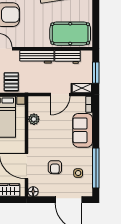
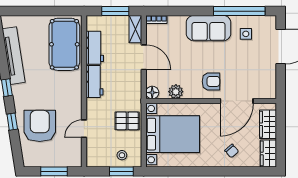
workbench: (37, 57) -> (95, 82), width x0.73
sofa: (83, 130) -> (209, 28), moved
armchair: (55, 167) -> (211, 81), moved
floor lamp: (33, 192) -> (152, 93), moved

